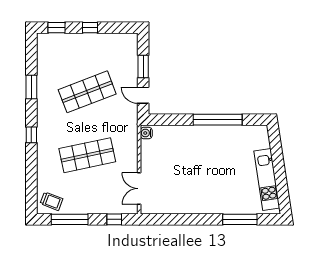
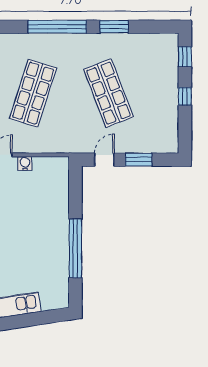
water cooler: (146, 133) -> (25, 163), moved
window: (31, 135) -> (57, 27), width x3.17
shop shelf: (87, 155) -> (33, 93), turned 30

